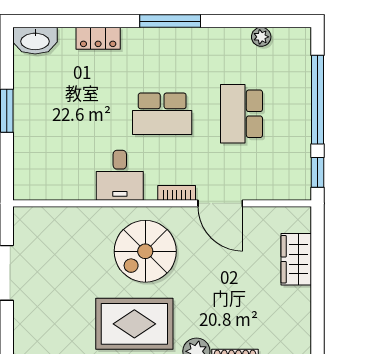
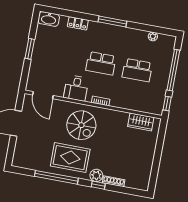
school desk: (241, 114) -> (137, 70), turned -90
door: (220, 203) -> (43, 95), moved
spiral stairs: (145, 251) -> (81, 125), turned -90
wardrobe: (296, 259) -> (141, 122), moved, turned -90

